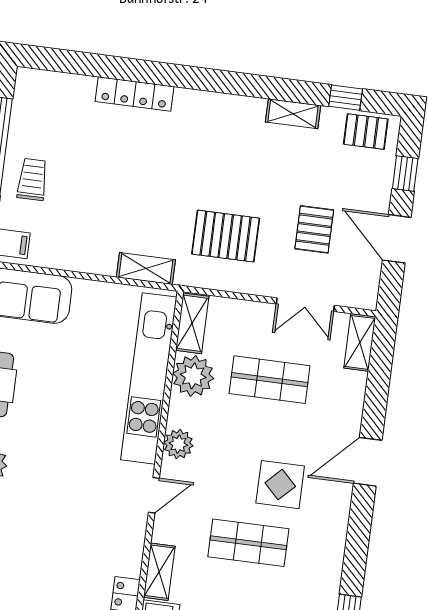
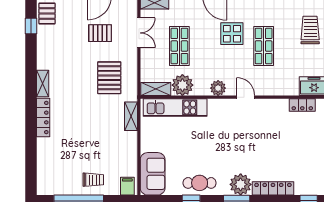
locker: (134, 94) -> (43, 118), moved
shelving: (293, 114) -> (43, 83), moved
trolley: (32, 179) -> (93, 180), turned 180
kitchen unit: (149, 378) -> (175, 107), width x0.73
shelving: (159, 572) -> (284, 89), removed

